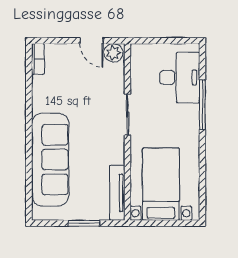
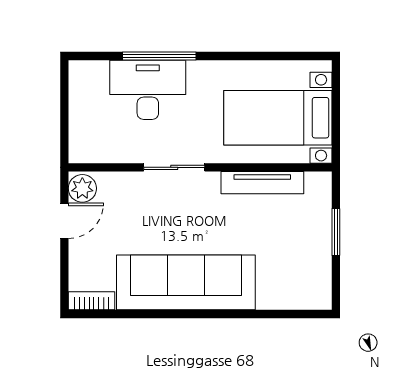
desk: (180, 77) -> (148, 90), moved
sofa: (50, 160) -> (186, 282), moved
tv unit: (117, 193) -> (262, 183), moved

